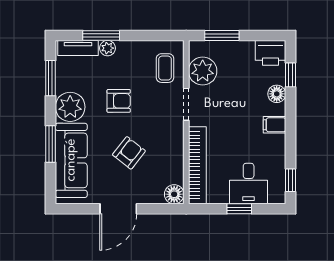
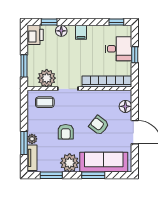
armchair: (119, 101) -> (66, 132), turned 180
floor lamp: (174, 194) -> (125, 106), moved

